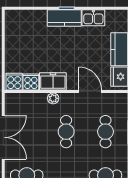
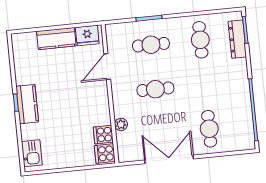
kitchen sink: (93, 18) -> (32, 153), moved
freezer: (53, 81) -> (100, 110), removed
plant: (53, 98) -> (121, 124), moved

